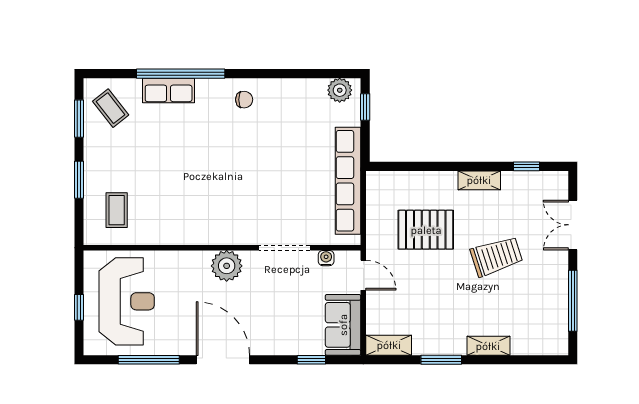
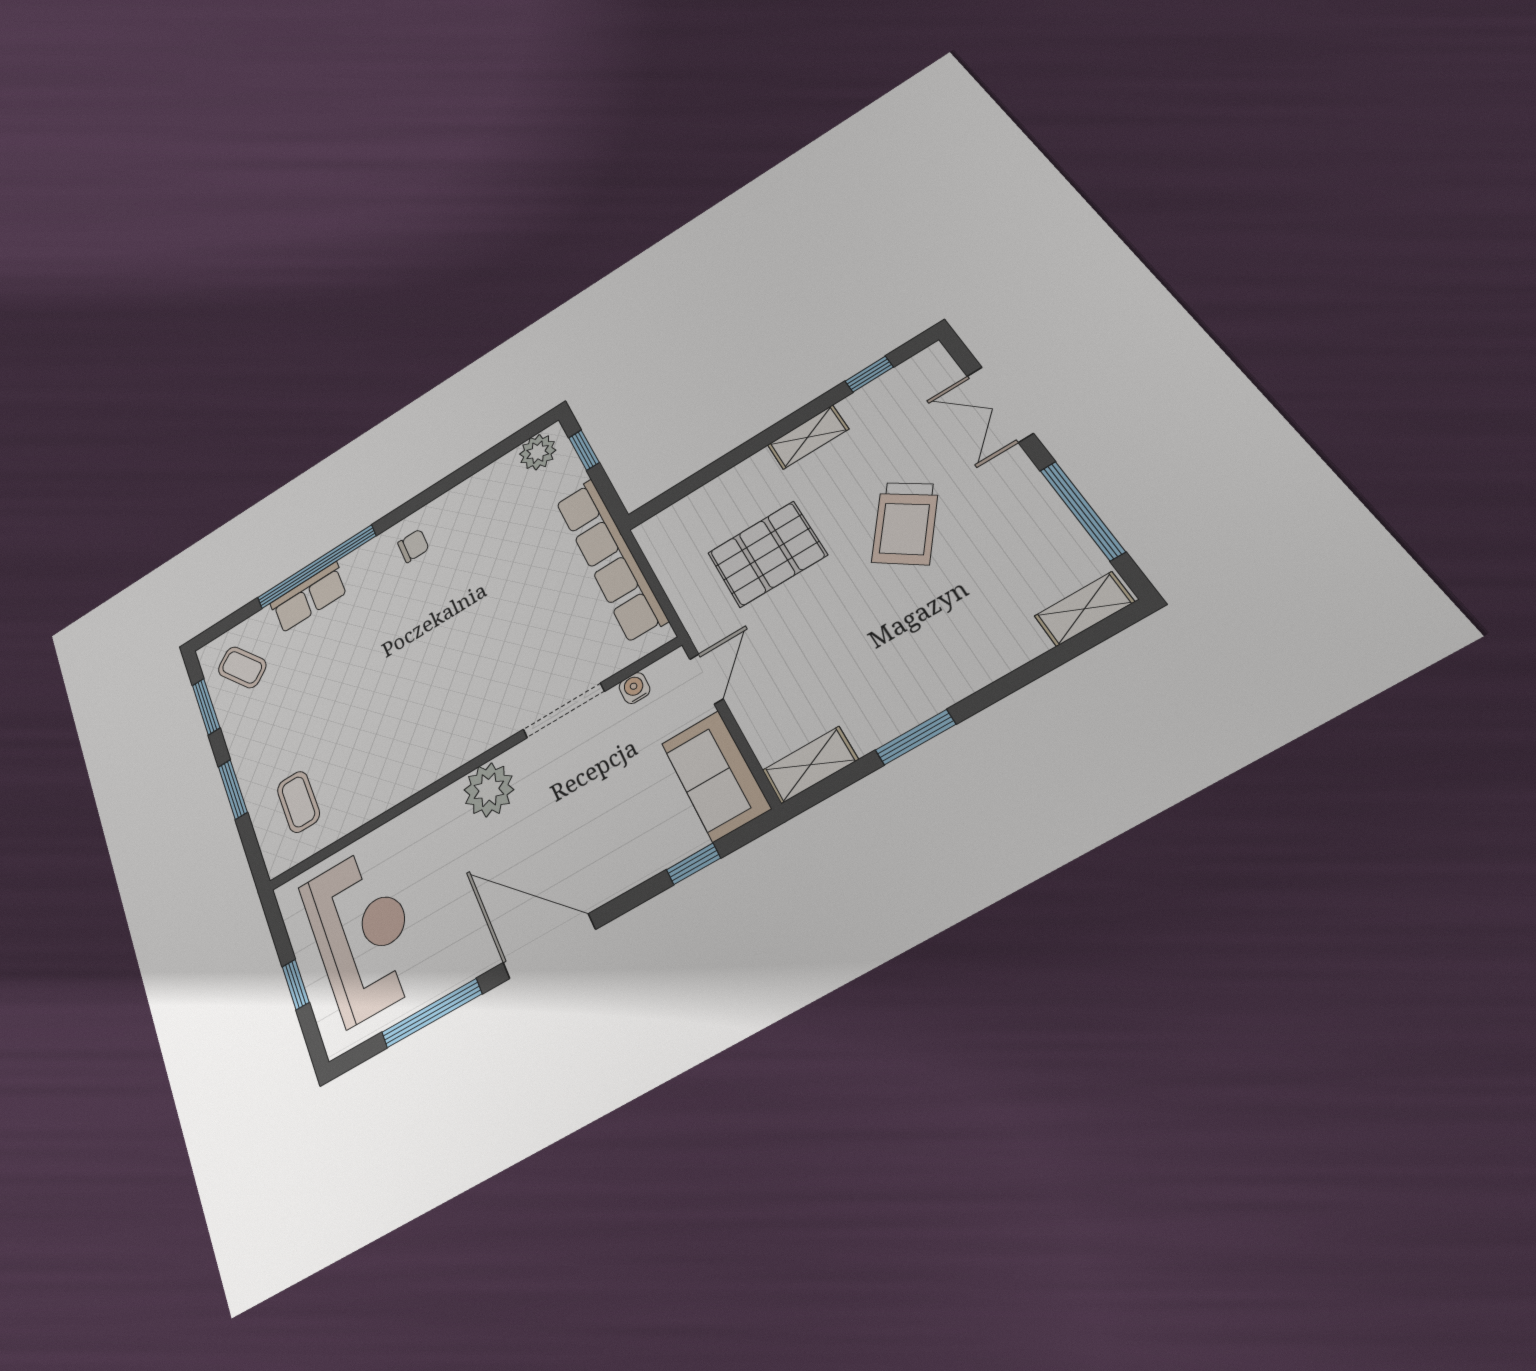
trolley: (496, 256) -> (905, 523), turned 145
door: (363, 275) -> (706, 679), hinge flipped
shelving: (488, 346) -> (1084, 609), moved

